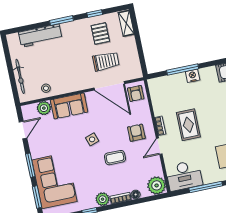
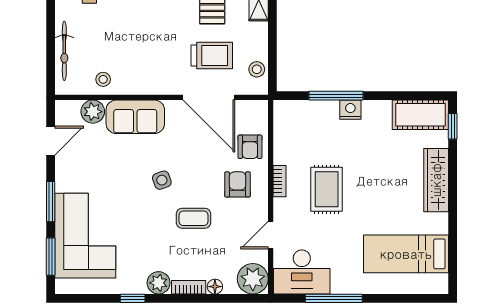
stool: (134, 64) -> (257, 69), added
armchair: (136, 93) -> (250, 147), moved
door: (159, 146) -> (271, 235), moved

